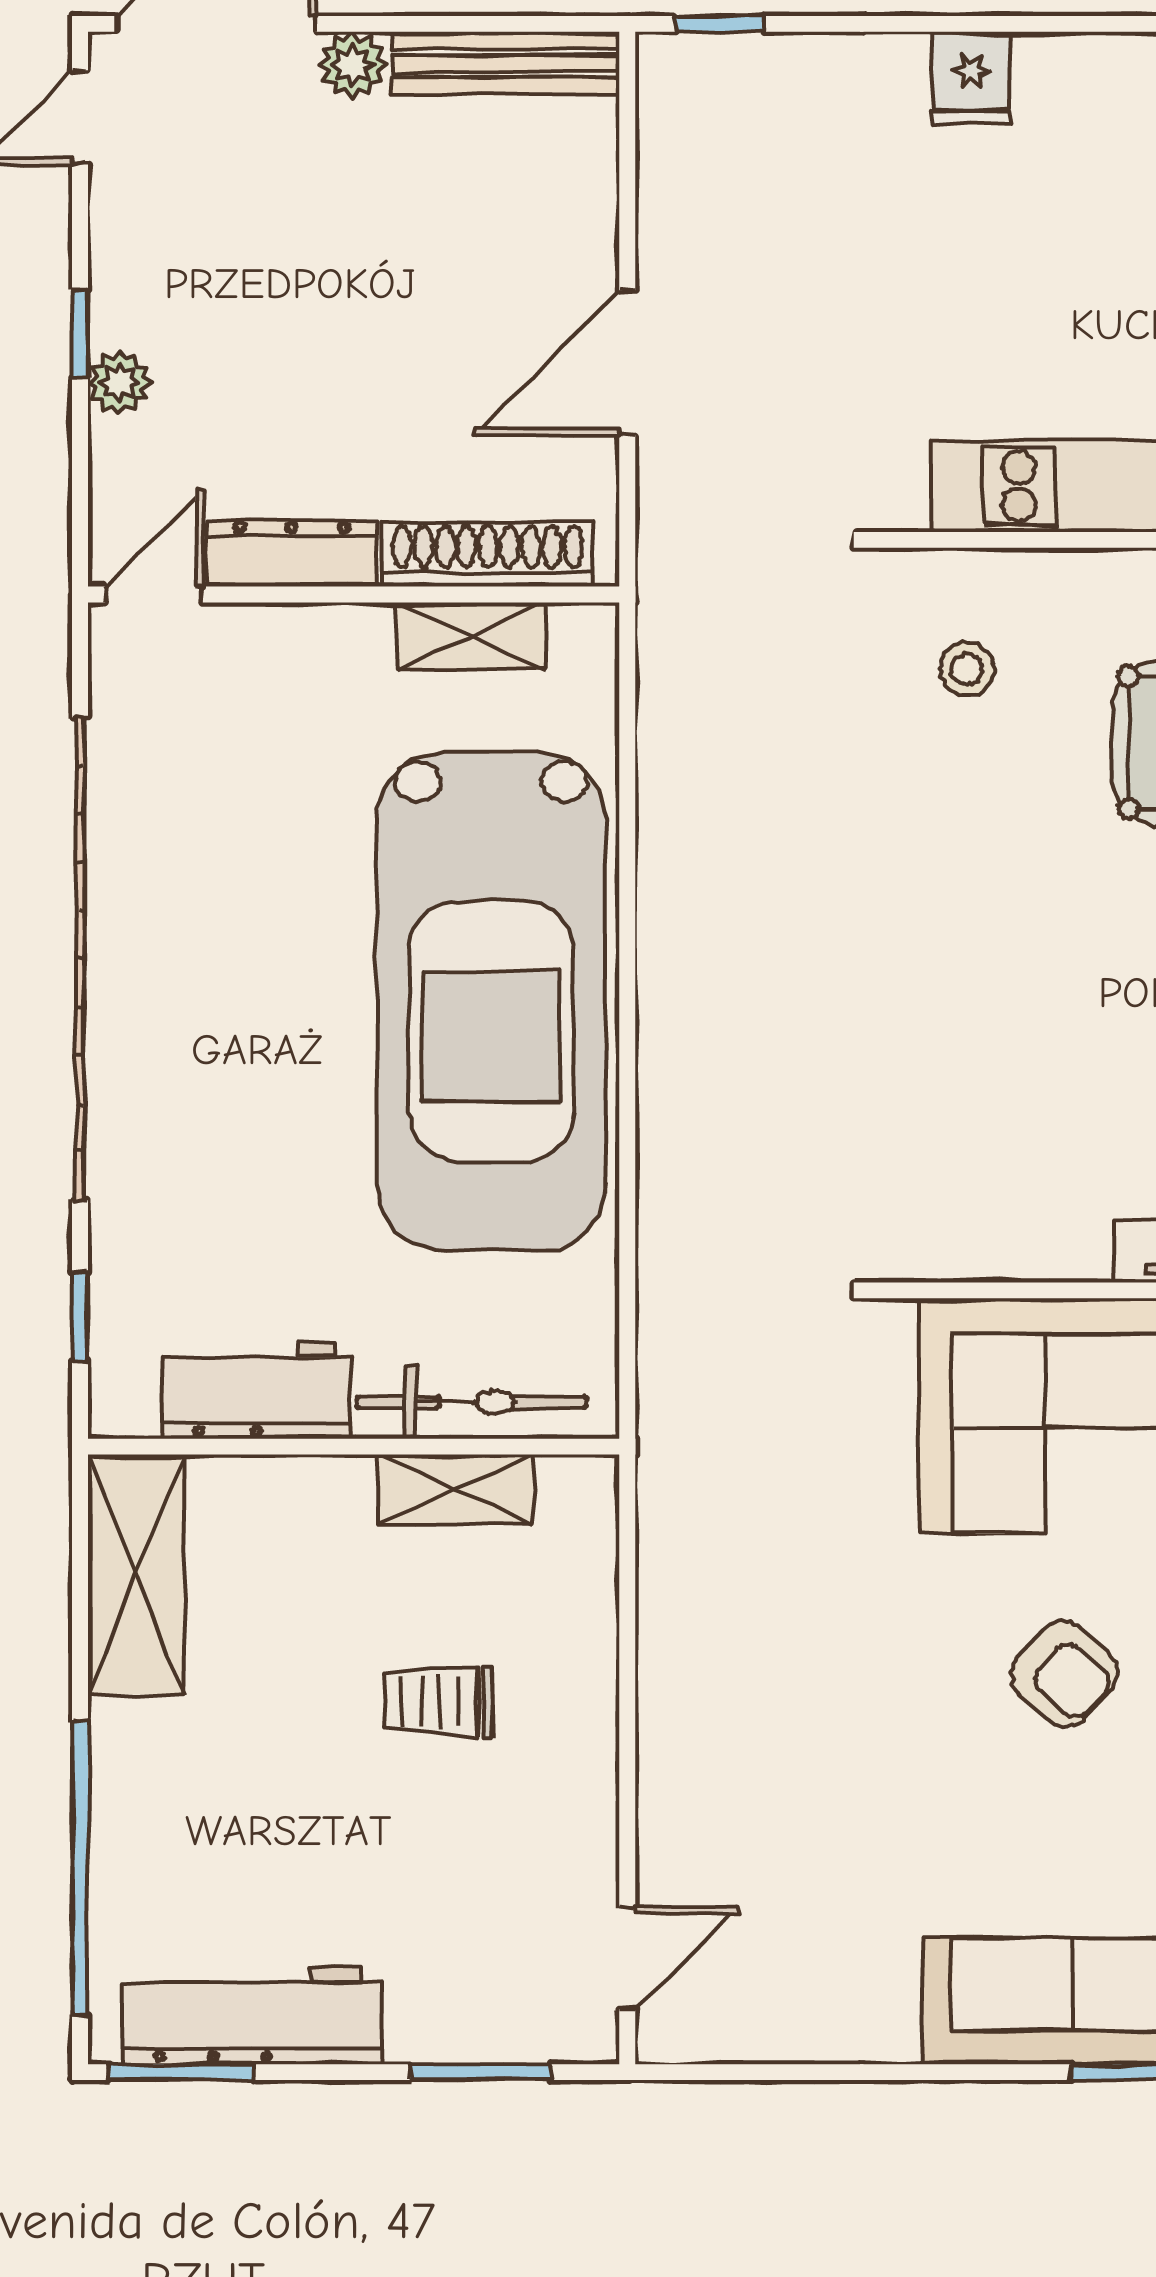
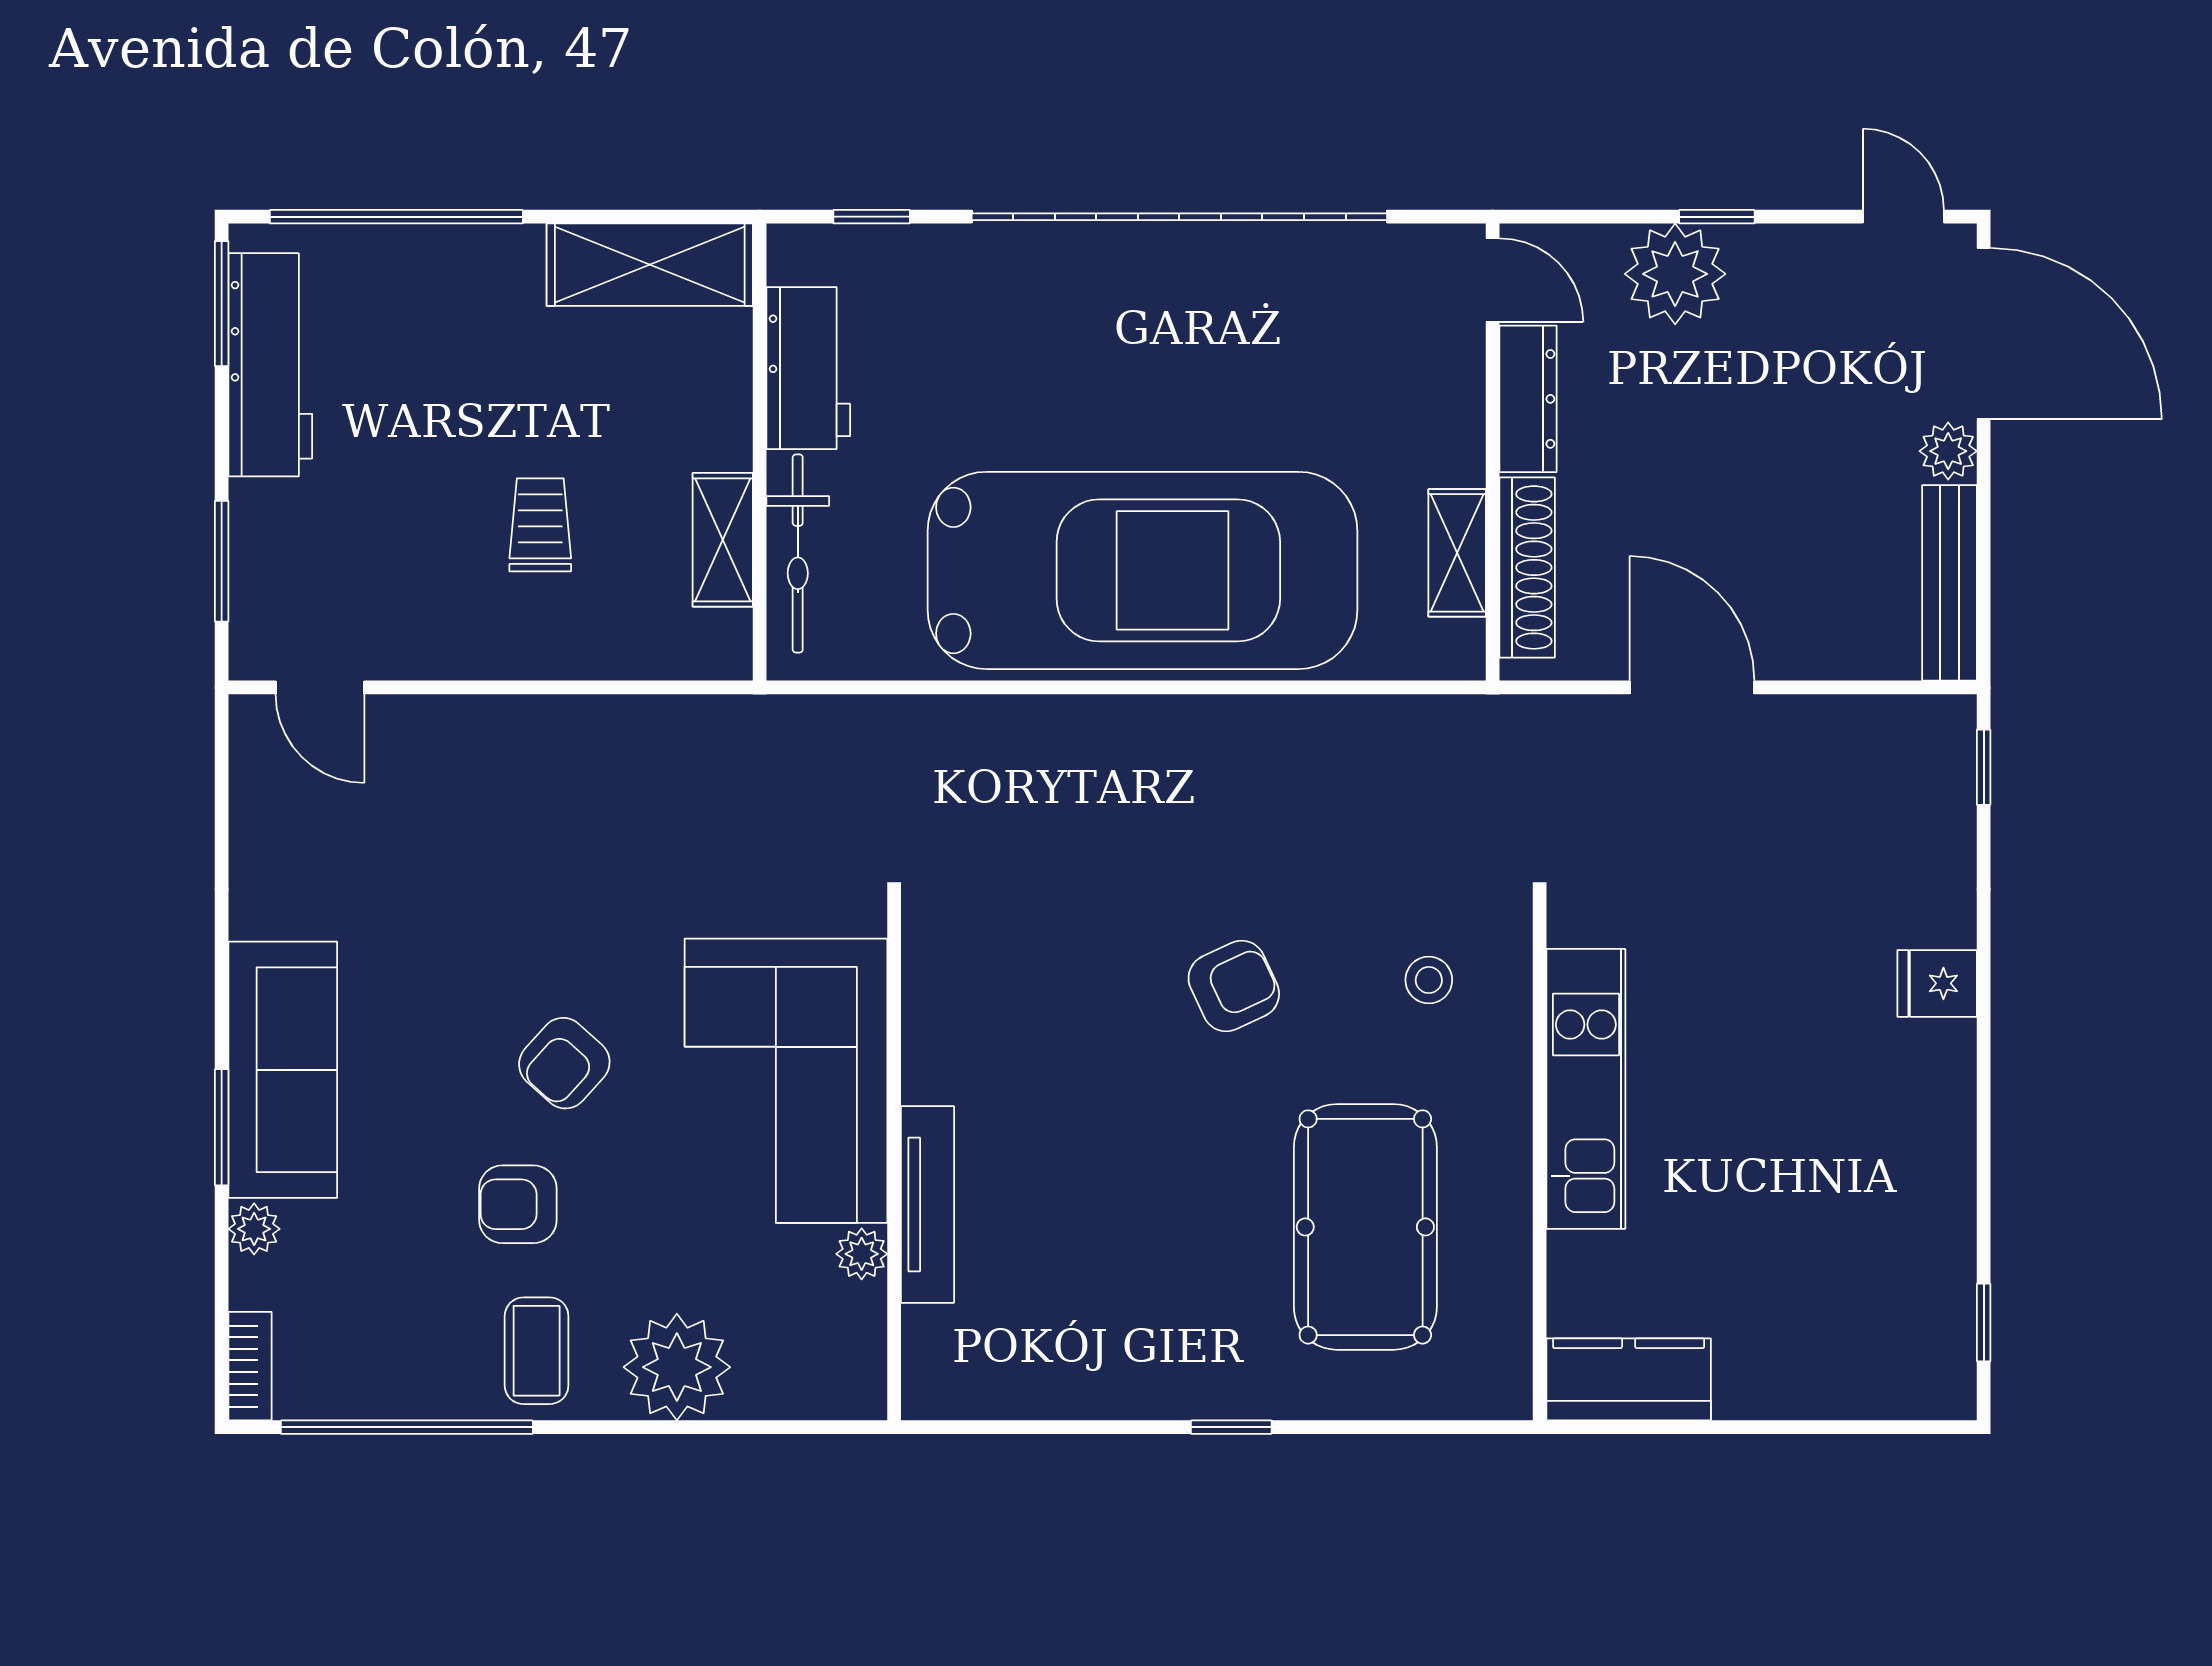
plant: (119, 382) -> (1675, 274), width x1.88, depth x1.88
armchair: (974, 895) -> (1234, 986), added
car: (491, 1002) -> (1143, 570), turned 180

